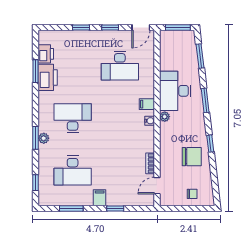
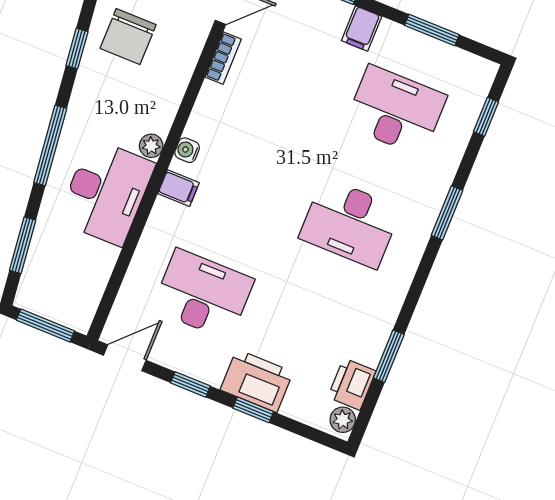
printer: (48, 77) -> (257, 381), moved, turned 90
window: (205, 100) -> (50, 145), width x1.44
plant: (44, 138) -> (343, 420), moved
chair: (192, 157) -> (128, 37), turned -90

